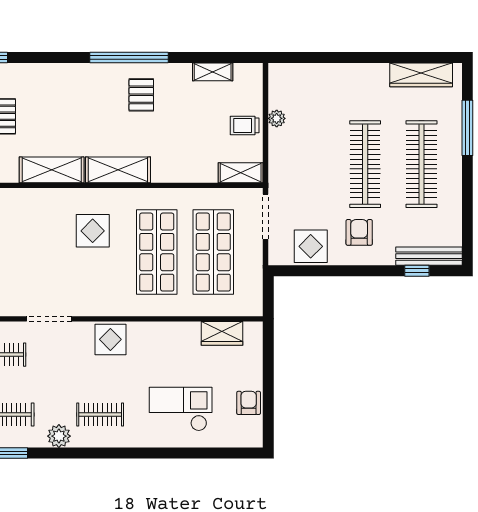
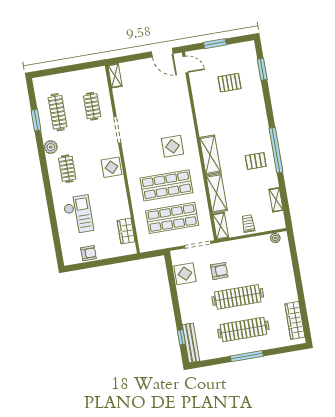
plant: (277, 118) -> (275, 238), moved
window: (467, 128) -> (247, 356), moved
shelving: (52, 170) -> (217, 193), moved
armchair: (359, 232) -> (219, 271), moved

